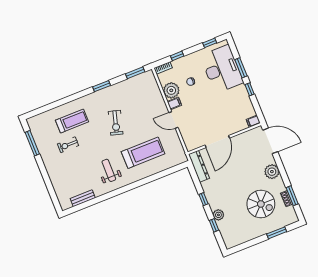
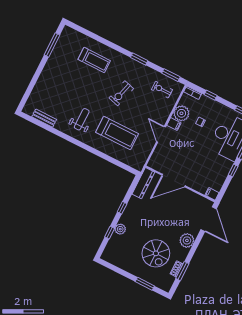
exercise bike: (68, 145) -> (162, 90), moved

